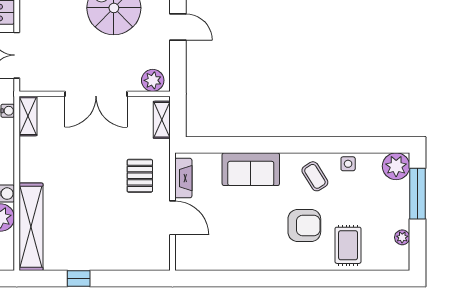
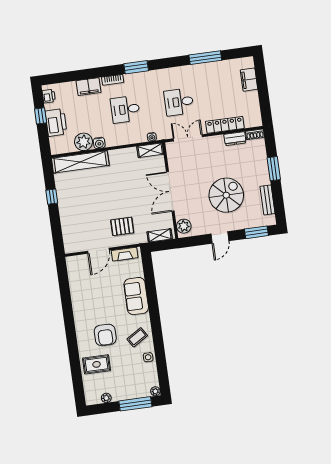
plant: (396, 166) -> (155, 391), width x0.53, depth x0.53

